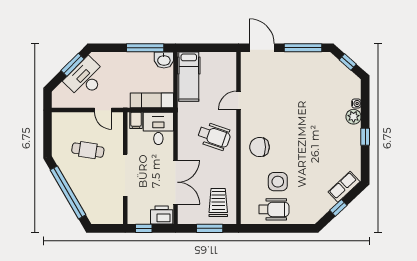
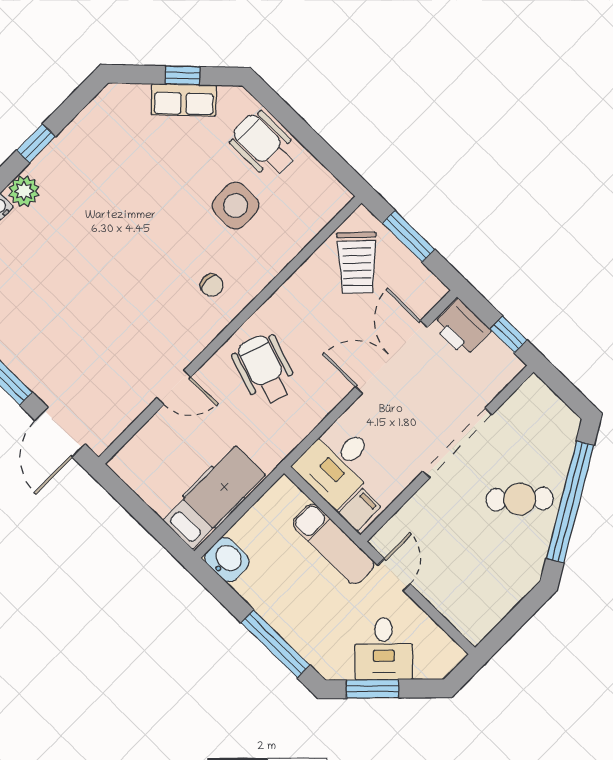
window: (145, 48) -> (275, 644), moved
desk: (86, 78) -> (384, 649), width x0.73
exam couch: (152, 100) -> (334, 544), moved
chair: (260, 147) -> (212, 285), width x0.54, depth x0.54
cafe table: (88, 150) -> (520, 499), moved, turned -55
row of seats: (344, 187) -> (184, 100), moved
trolley: (218, 202) -> (357, 263), turned -46
wheelchair: (274, 209) -> (264, 145), moved

